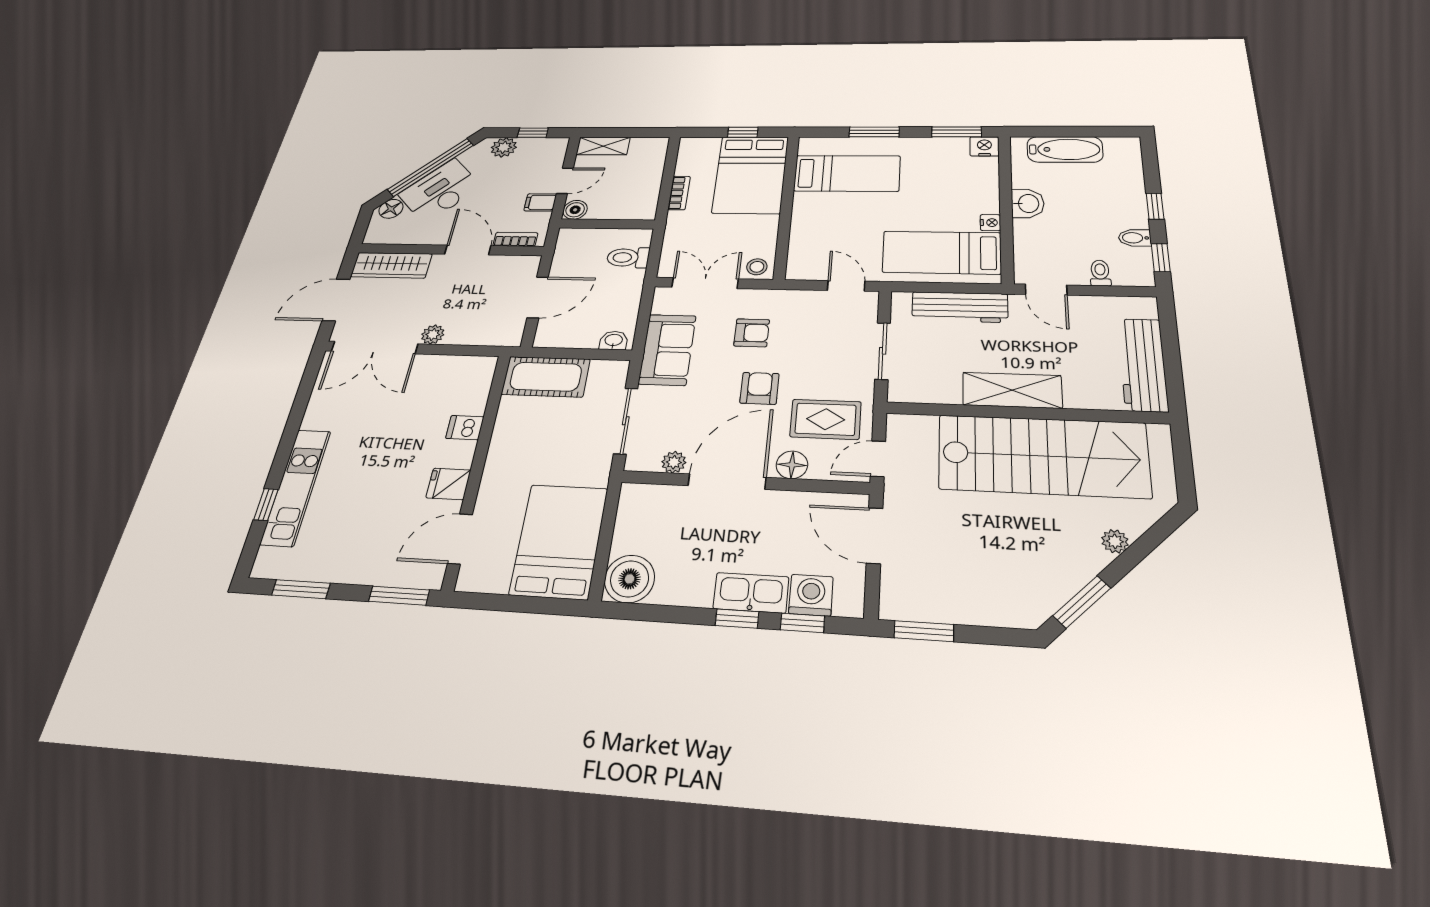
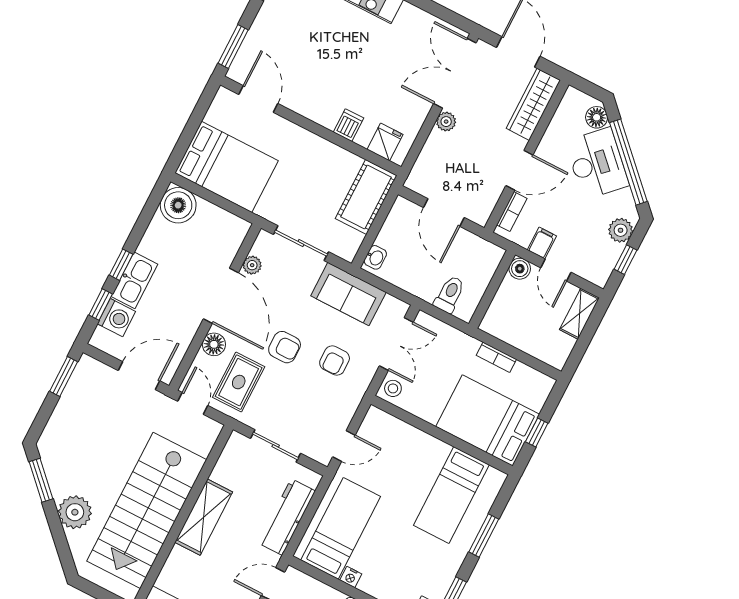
fridge: (448, 484) -> (385, 142), moved
plant: (1115, 541) -> (75, 512), width x1.88, depth x1.88

